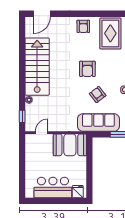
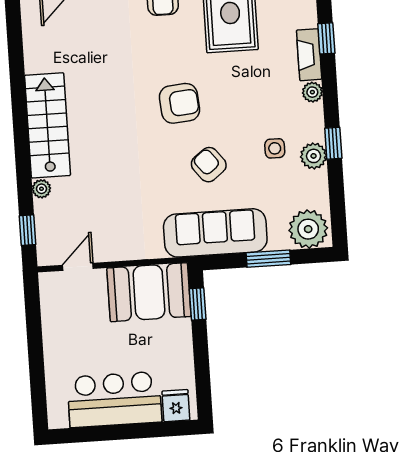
stairs: (37, 67) -> (47, 125), width x0.73, depth x0.66
armchair: (87, 69) -> (180, 103), turned -95
window: (89, 151) -> (198, 304), added

